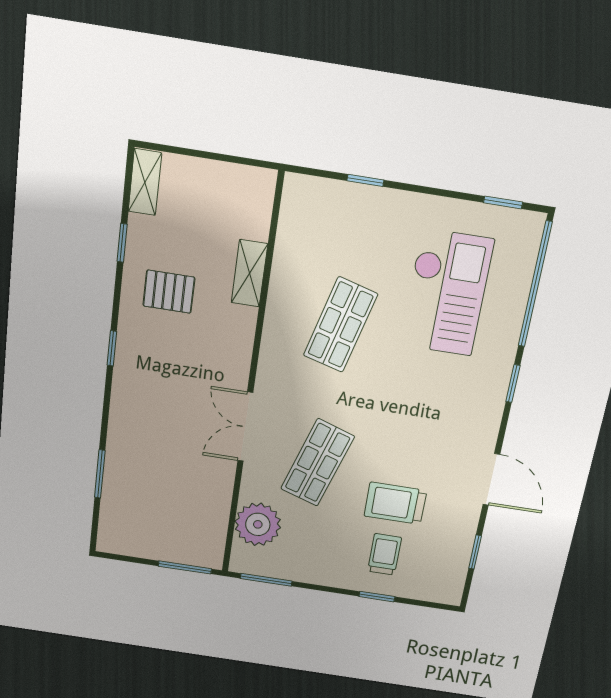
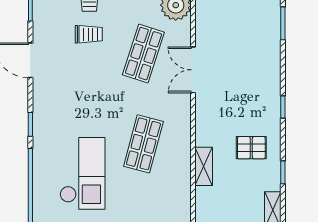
checkout: (447, 293) -> (82, 173), turned 180
double door: (245, 427) -> (193, 70), swing flipped
trolley: (395, 503) -> (89, 34), width x0.73, depth x0.72

